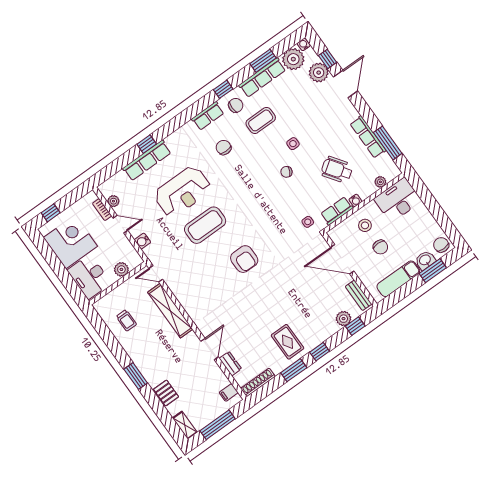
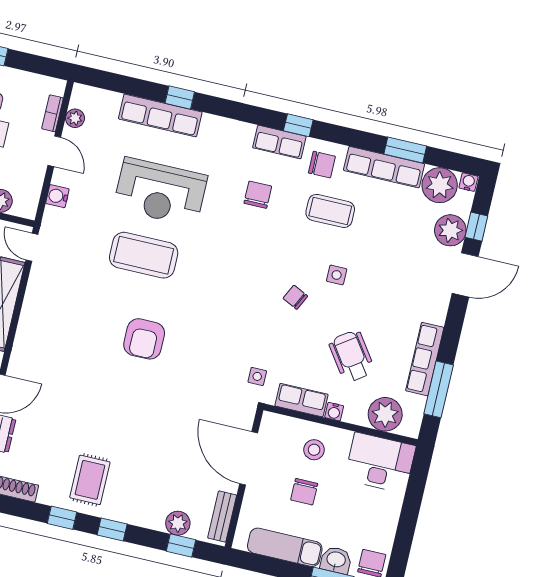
window: (223, 89) -> (298, 125), moved
plant: (380, 182) -> (385, 414), width x1.87, depth x1.87
window: (294, 370) -> (62, 518), width x0.67

